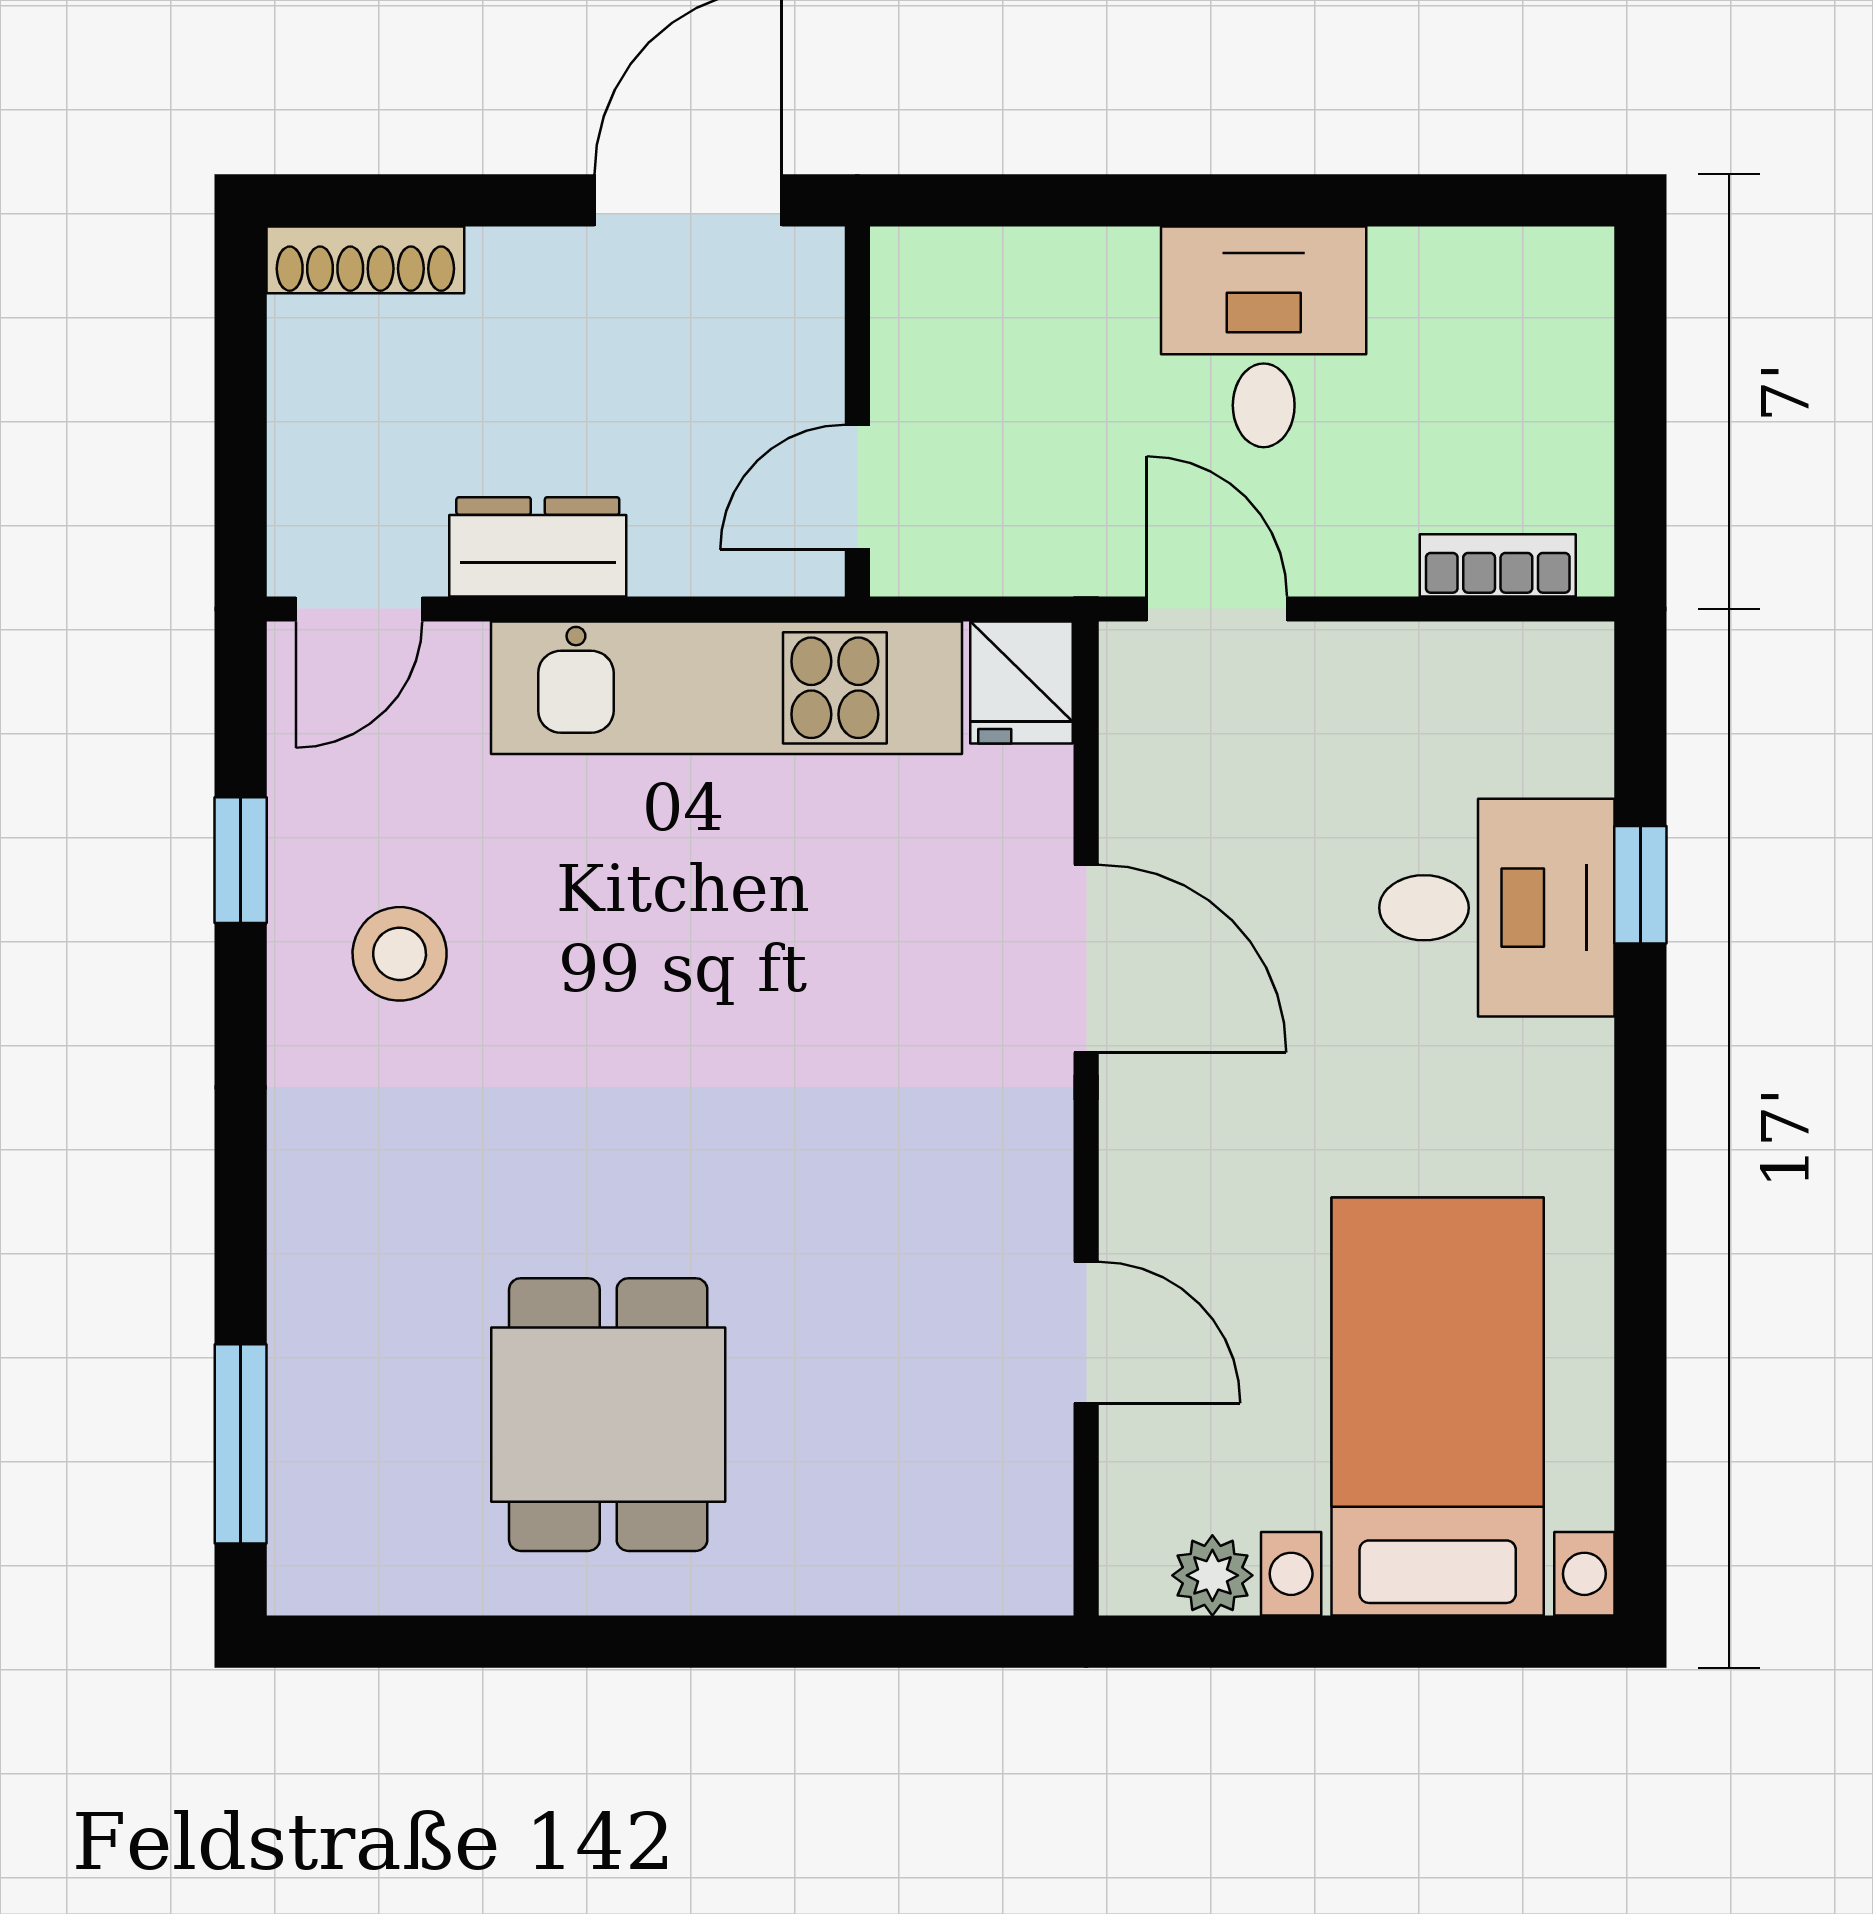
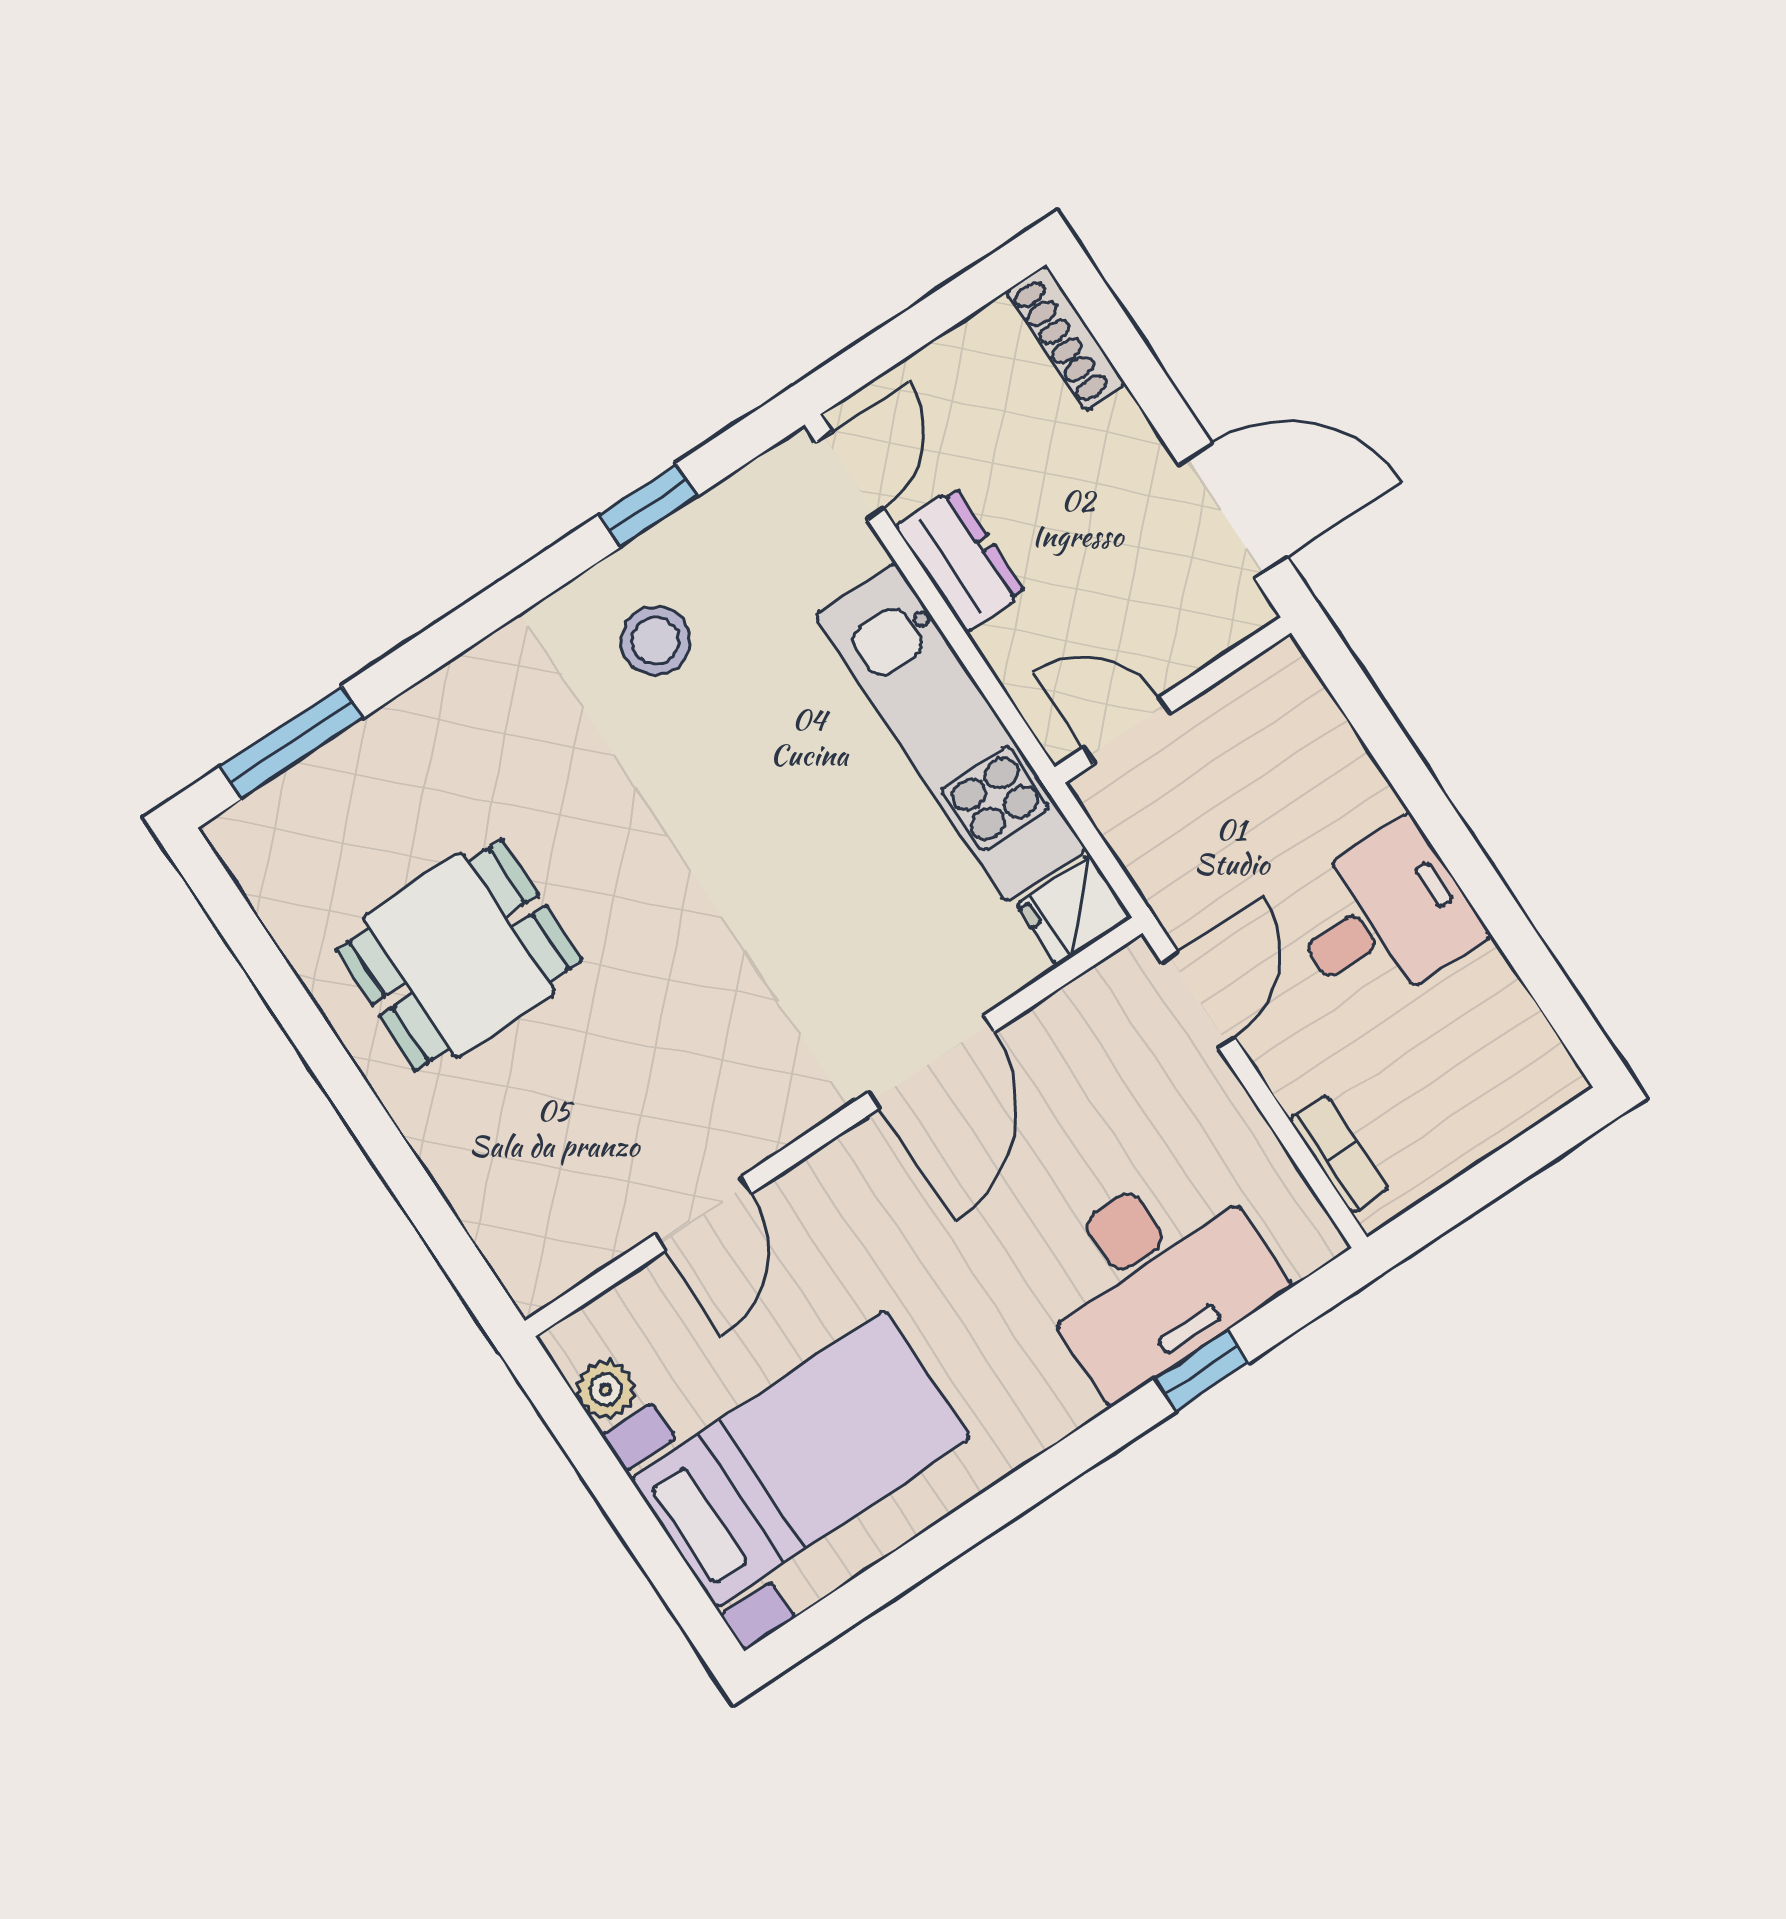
door: (359, 609) -> (850, 476), swing flipped
desk: (1497, 908) -> (1154, 1276), width x1.37

